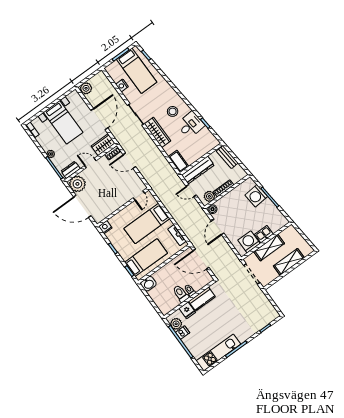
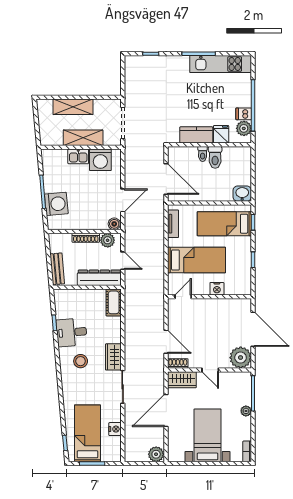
wardrobe: (157, 132) -> (113, 357), width x0.67
dresser: (71, 170) -> (237, 378), removed
nightstand: (105, 227) -> (217, 289), moved

